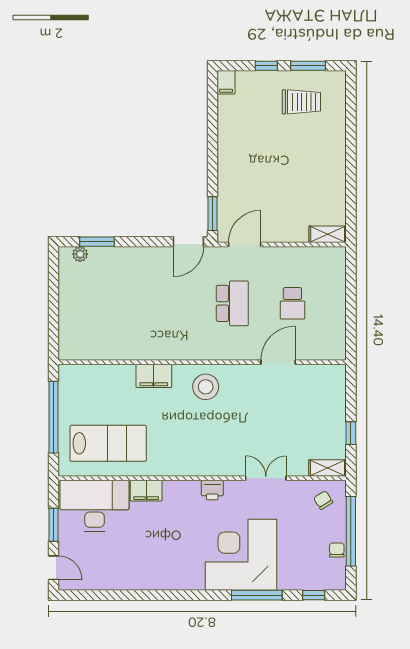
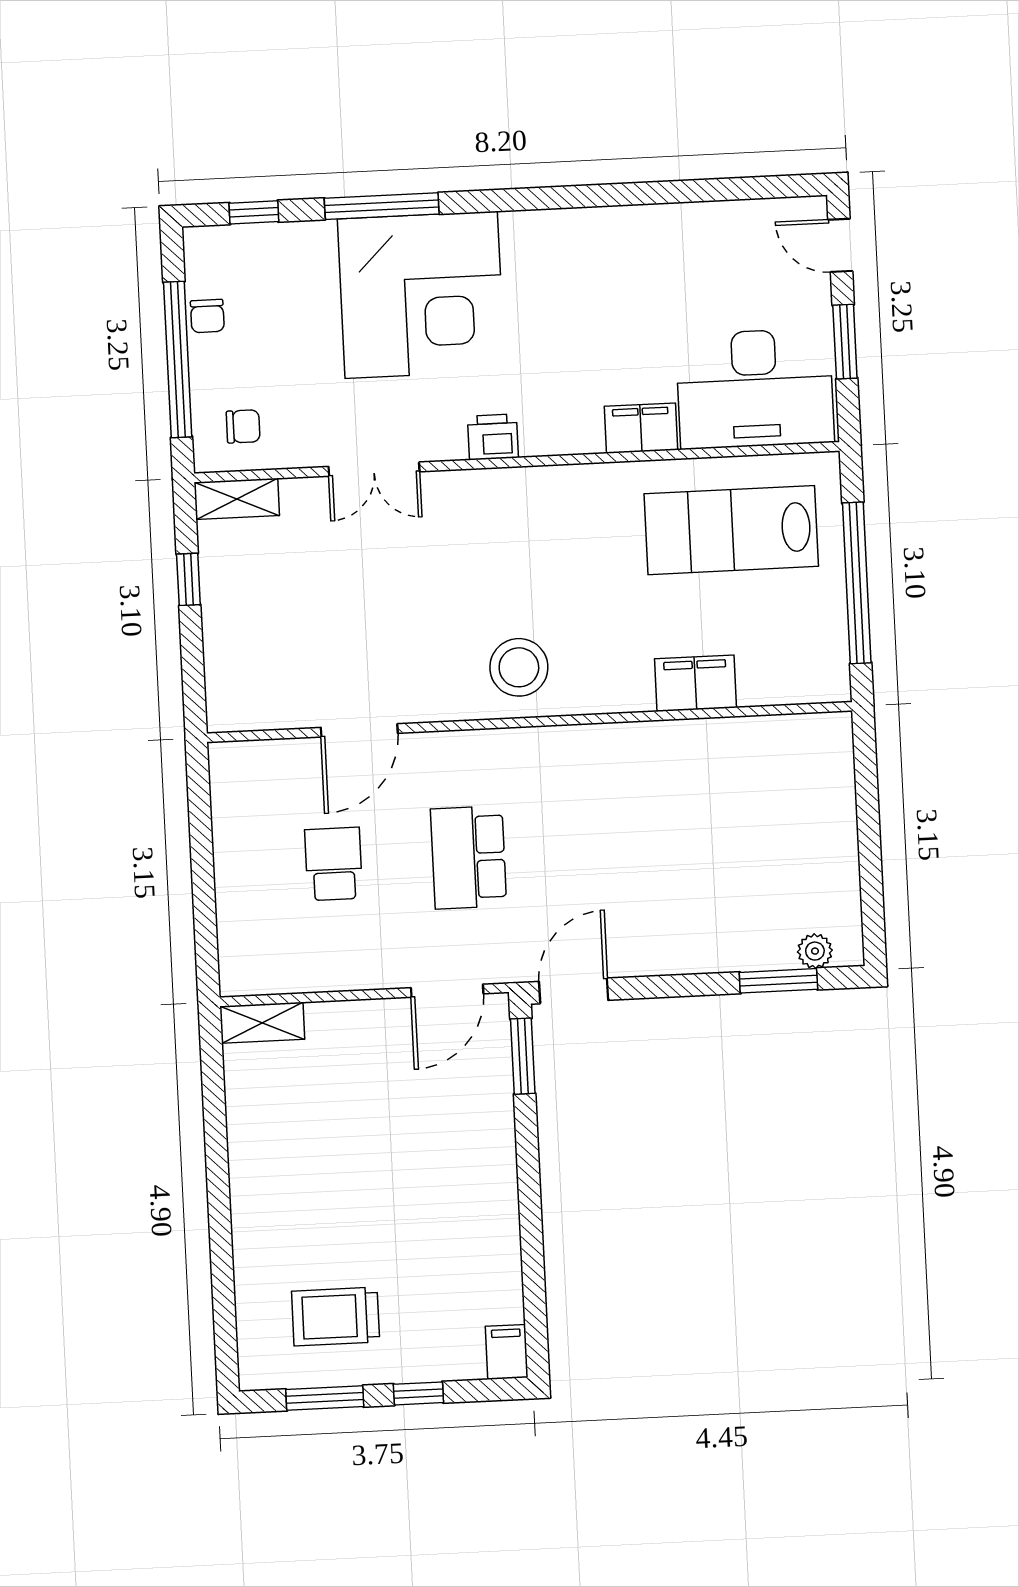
filing cabinet: (154, 376) -> (696, 683), moved
chair: (323, 500) -> (243, 426), turned -58

